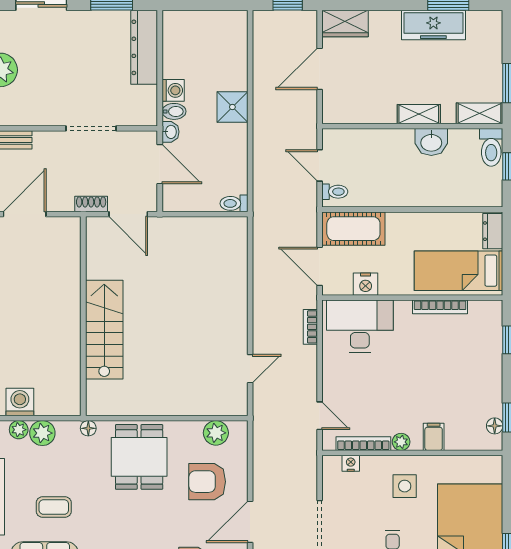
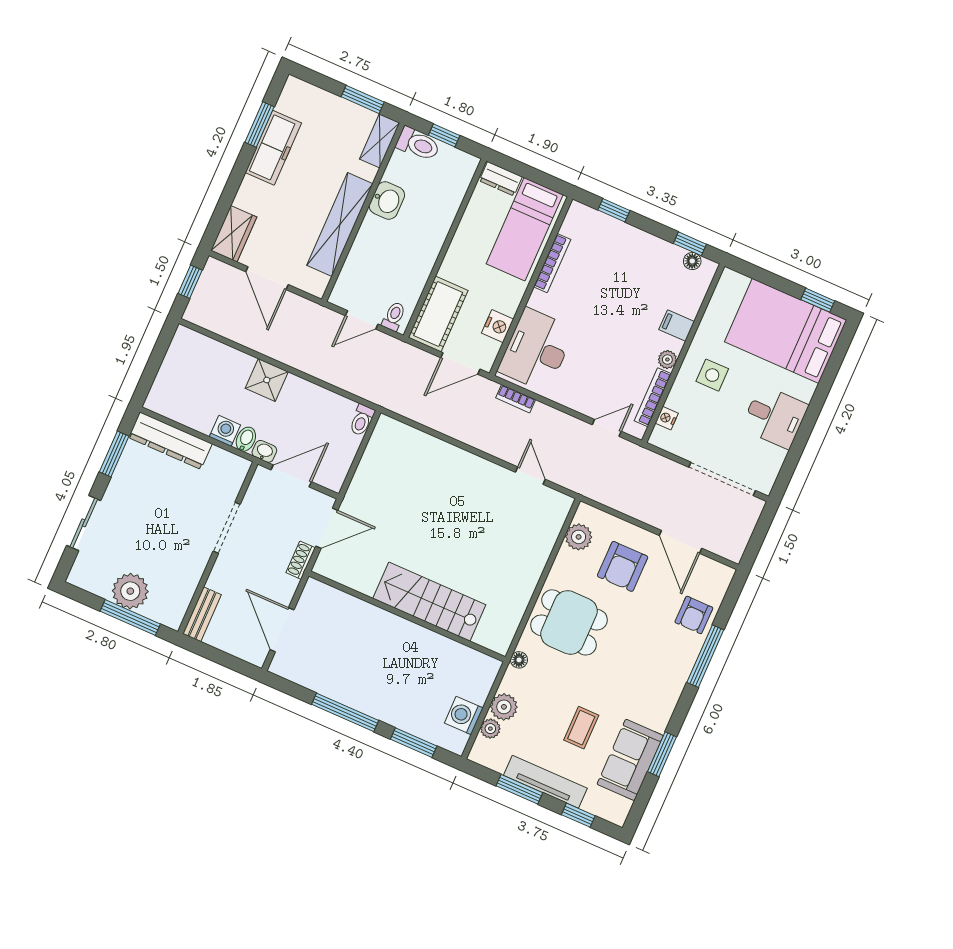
shelving: (419, 114) -> (340, 225), width x2.20, depth x1.33

